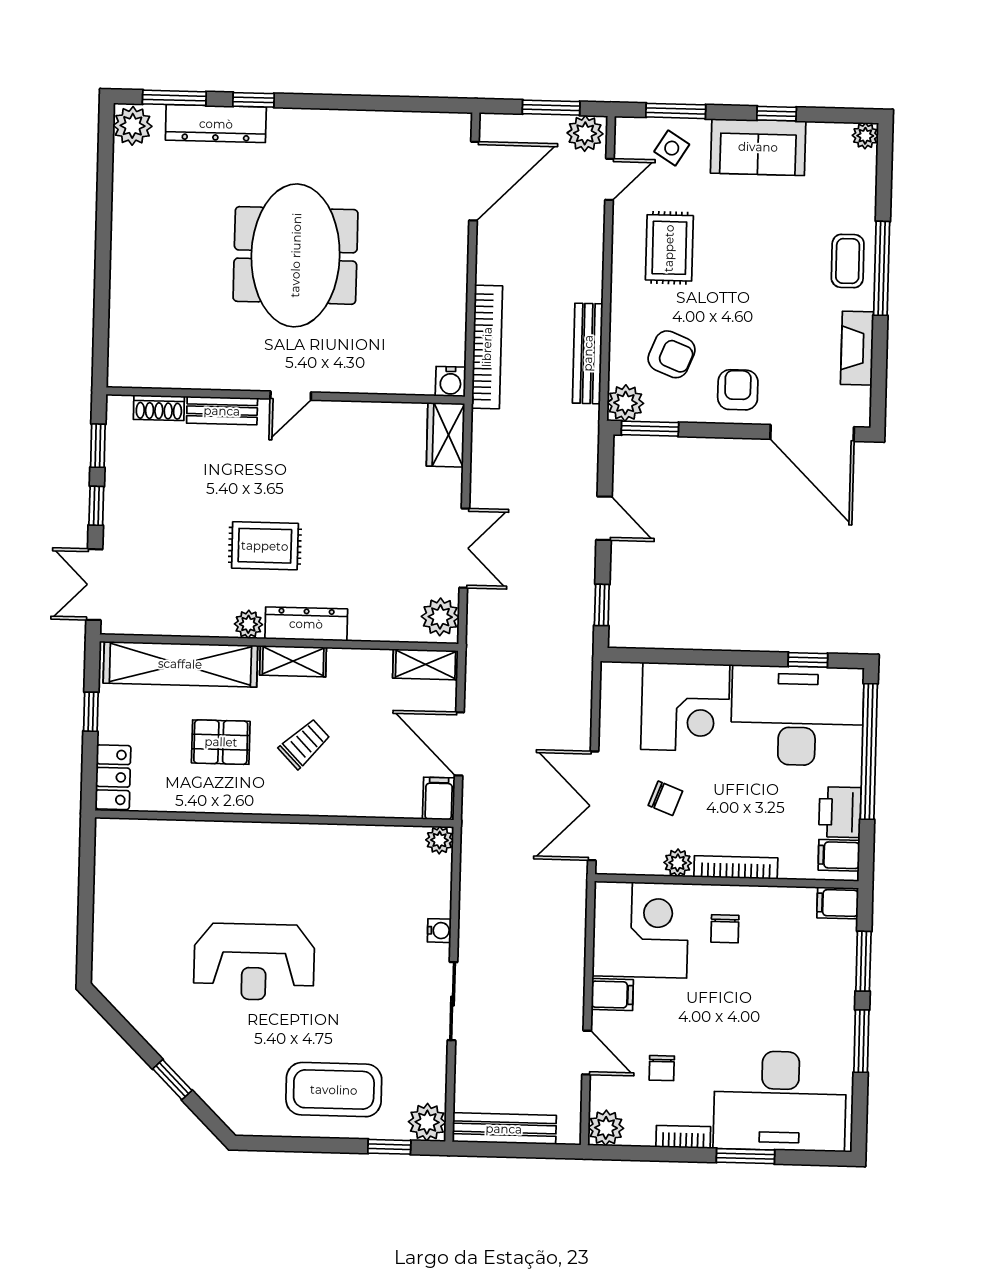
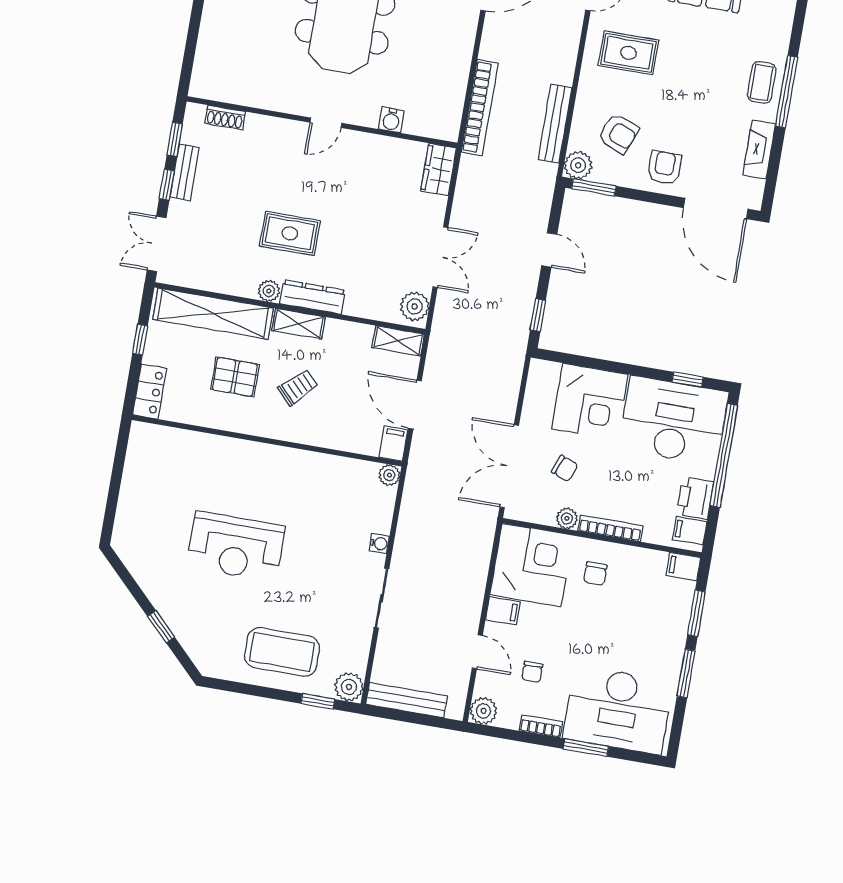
rug: (669, 248) -> (628, 53), turned 90
water cooler: (450, 382) -> (391, 120), moved
bench: (222, 411) -> (185, 172), moved, turned 90

